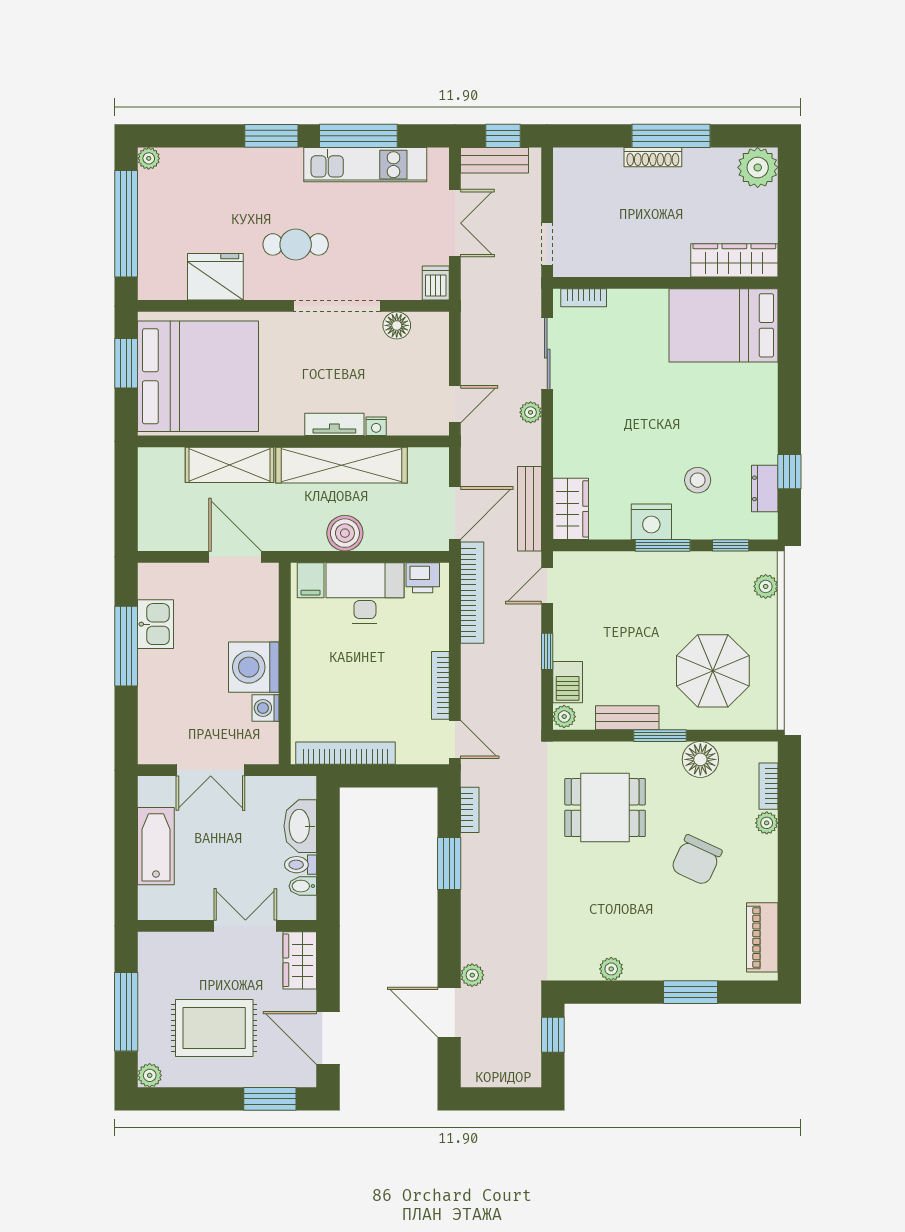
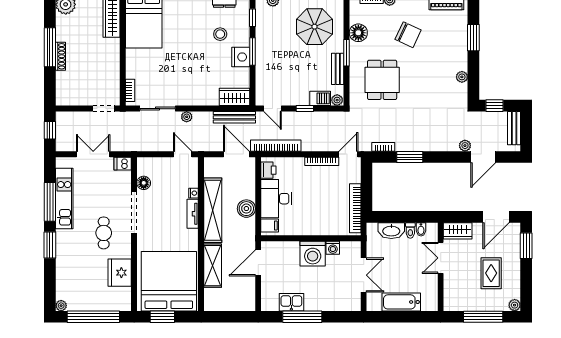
bench: (495, 160) -> (514, 128), moved
rug: (214, 1028) -> (491, 273), width x0.73, depth x0.70

